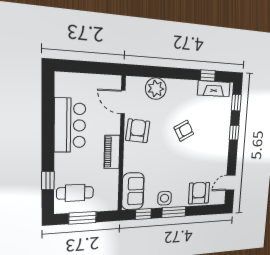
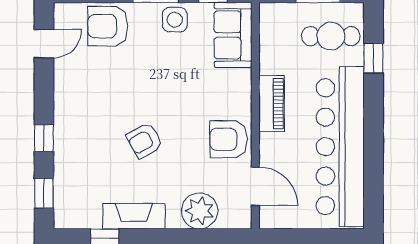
fireplace: (214, 89) -> (134, 216), moved
bar counter: (70, 125) -> (340, 147), width x1.86
armchair: (138, 131) -> (229, 139), turned 84
armchair: (199, 193) -> (108, 26), turned 90

